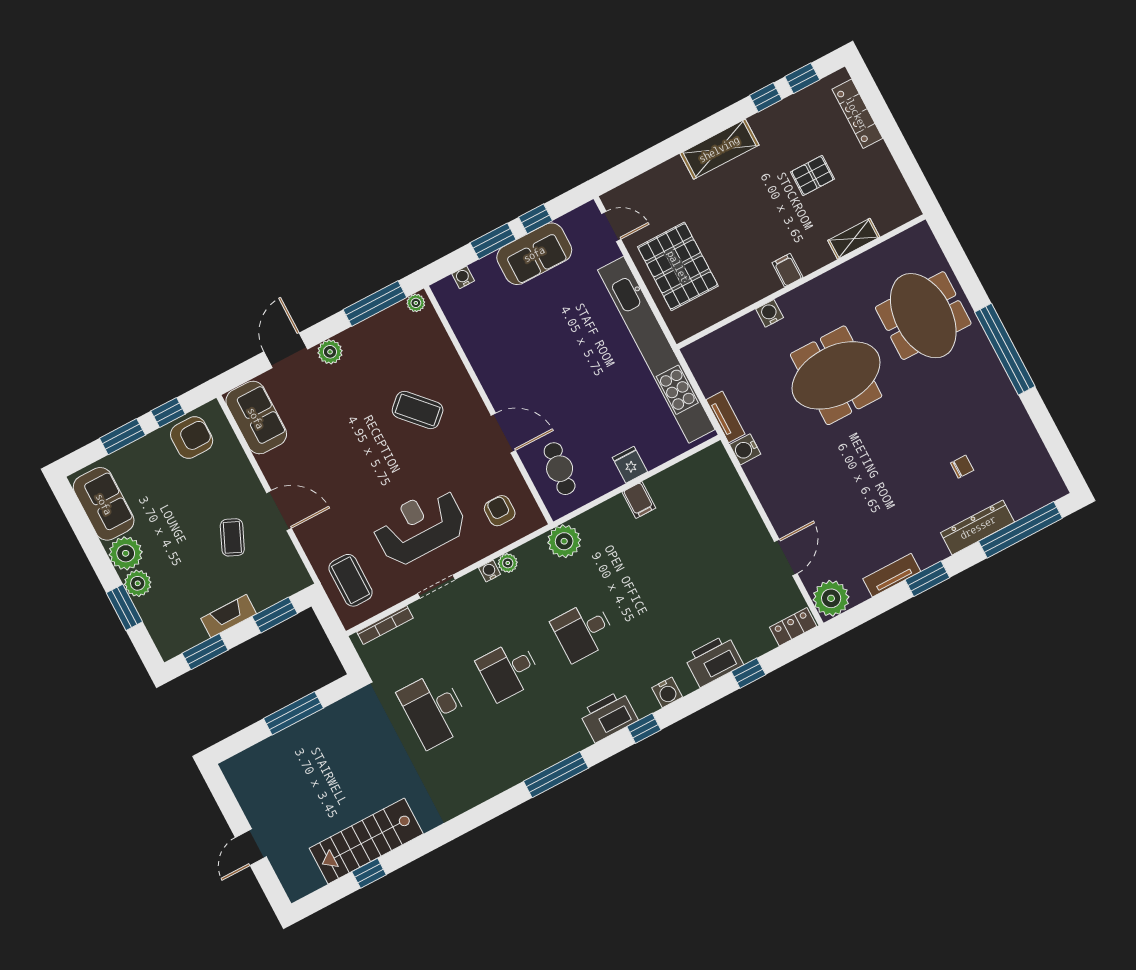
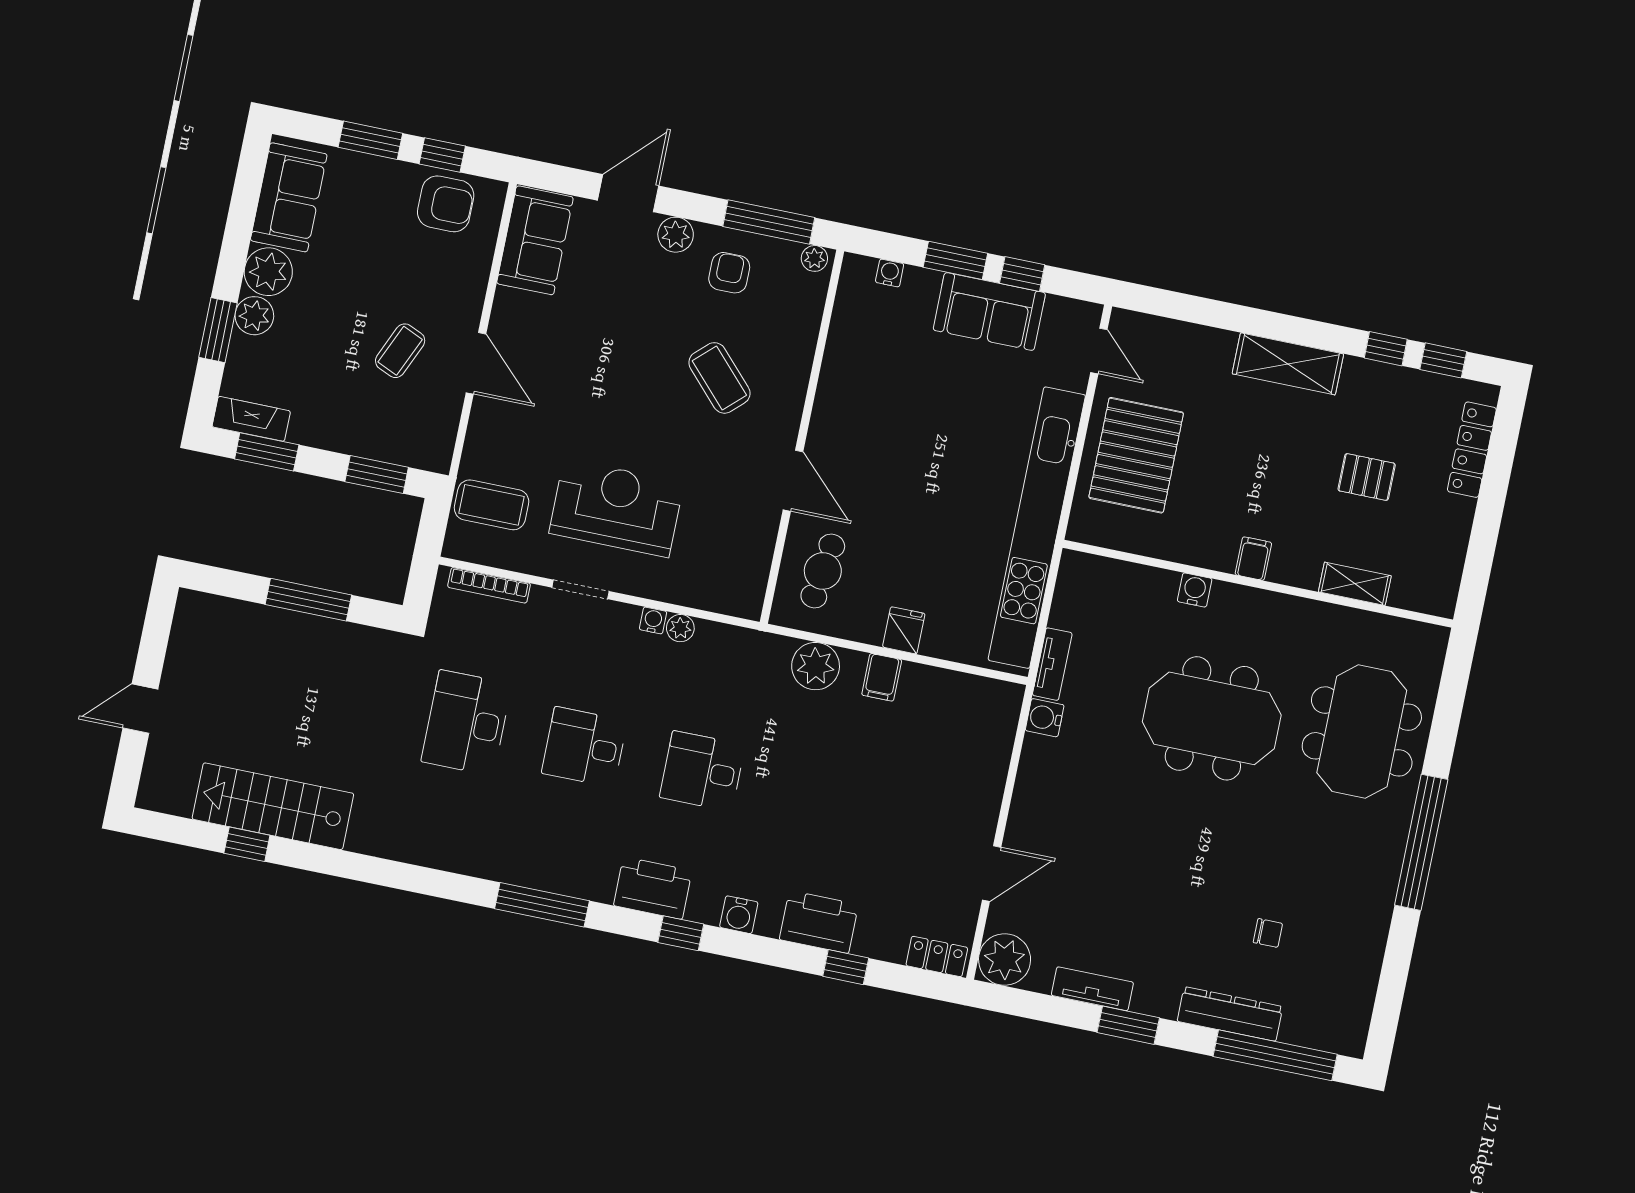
armchair: (500, 511) -> (729, 273), moved
plant: (564, 541) -> (816, 666), moved
coffee table: (351, 580) -> (492, 505), turned 90
fireplace: (229, 616) -> (251, 419), moved

